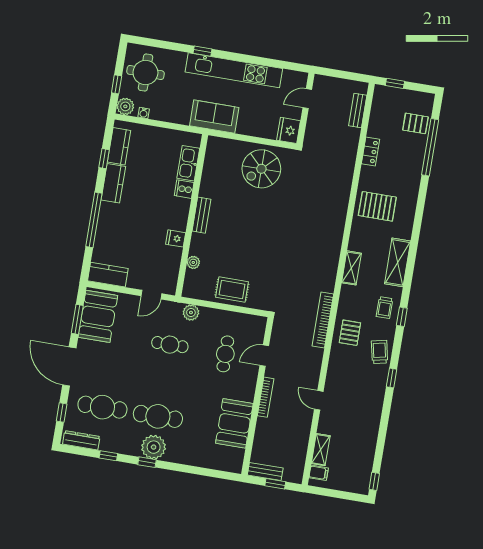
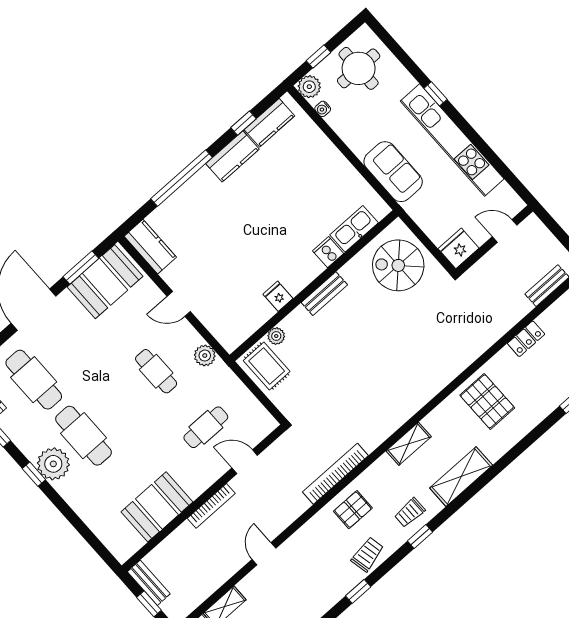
kitchen sink: (188, 163) -> (354, 229), moved
cooker: (184, 189) -> (328, 252), moved
wall: (192, 215) -> (314, 286), moved
bench: (201, 215) -> (324, 294), moved
fridge: (176, 238) -> (278, 296), moved
plant: (193, 262) -> (276, 336), moved

